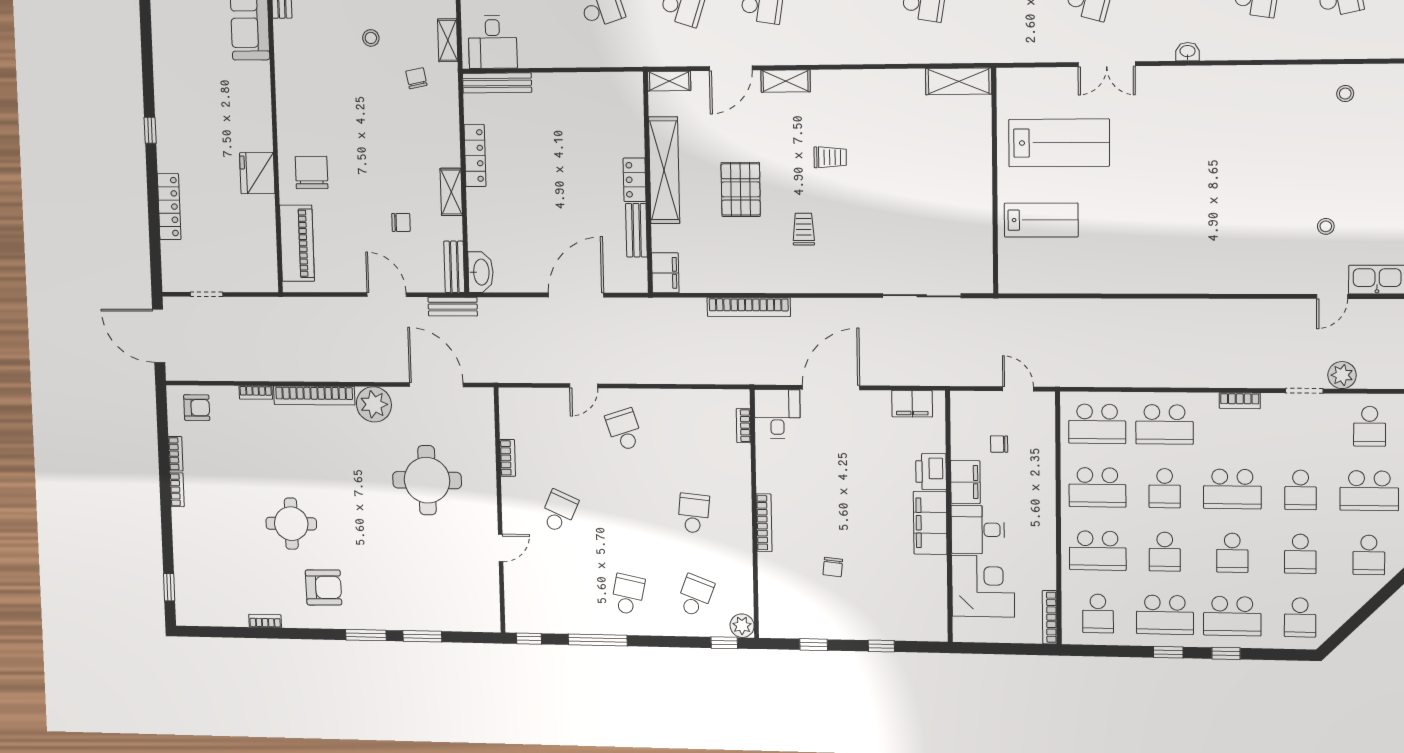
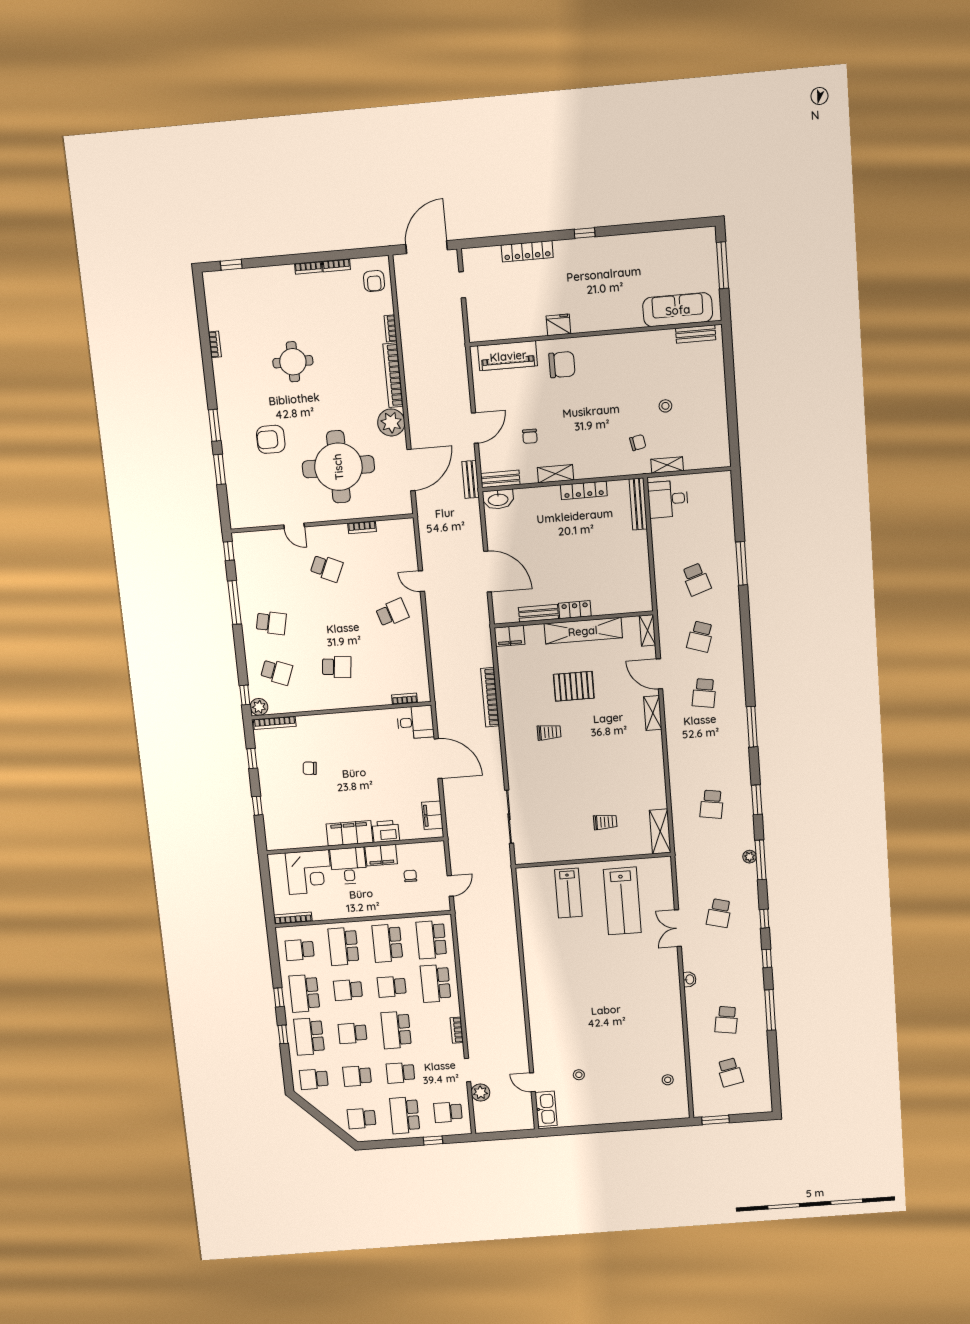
trolley: (830, 157) -> (605, 822), moved, turned -90
fridge: (257, 173) -> (558, 325), width x0.73, depth x0.75
round table: (427, 480) -> (338, 467), width x1.36, depth x1.36
bookcase: (764, 523) -> (275, 723), moved
armchair: (324, 587) -> (271, 439), moved, turned 91

